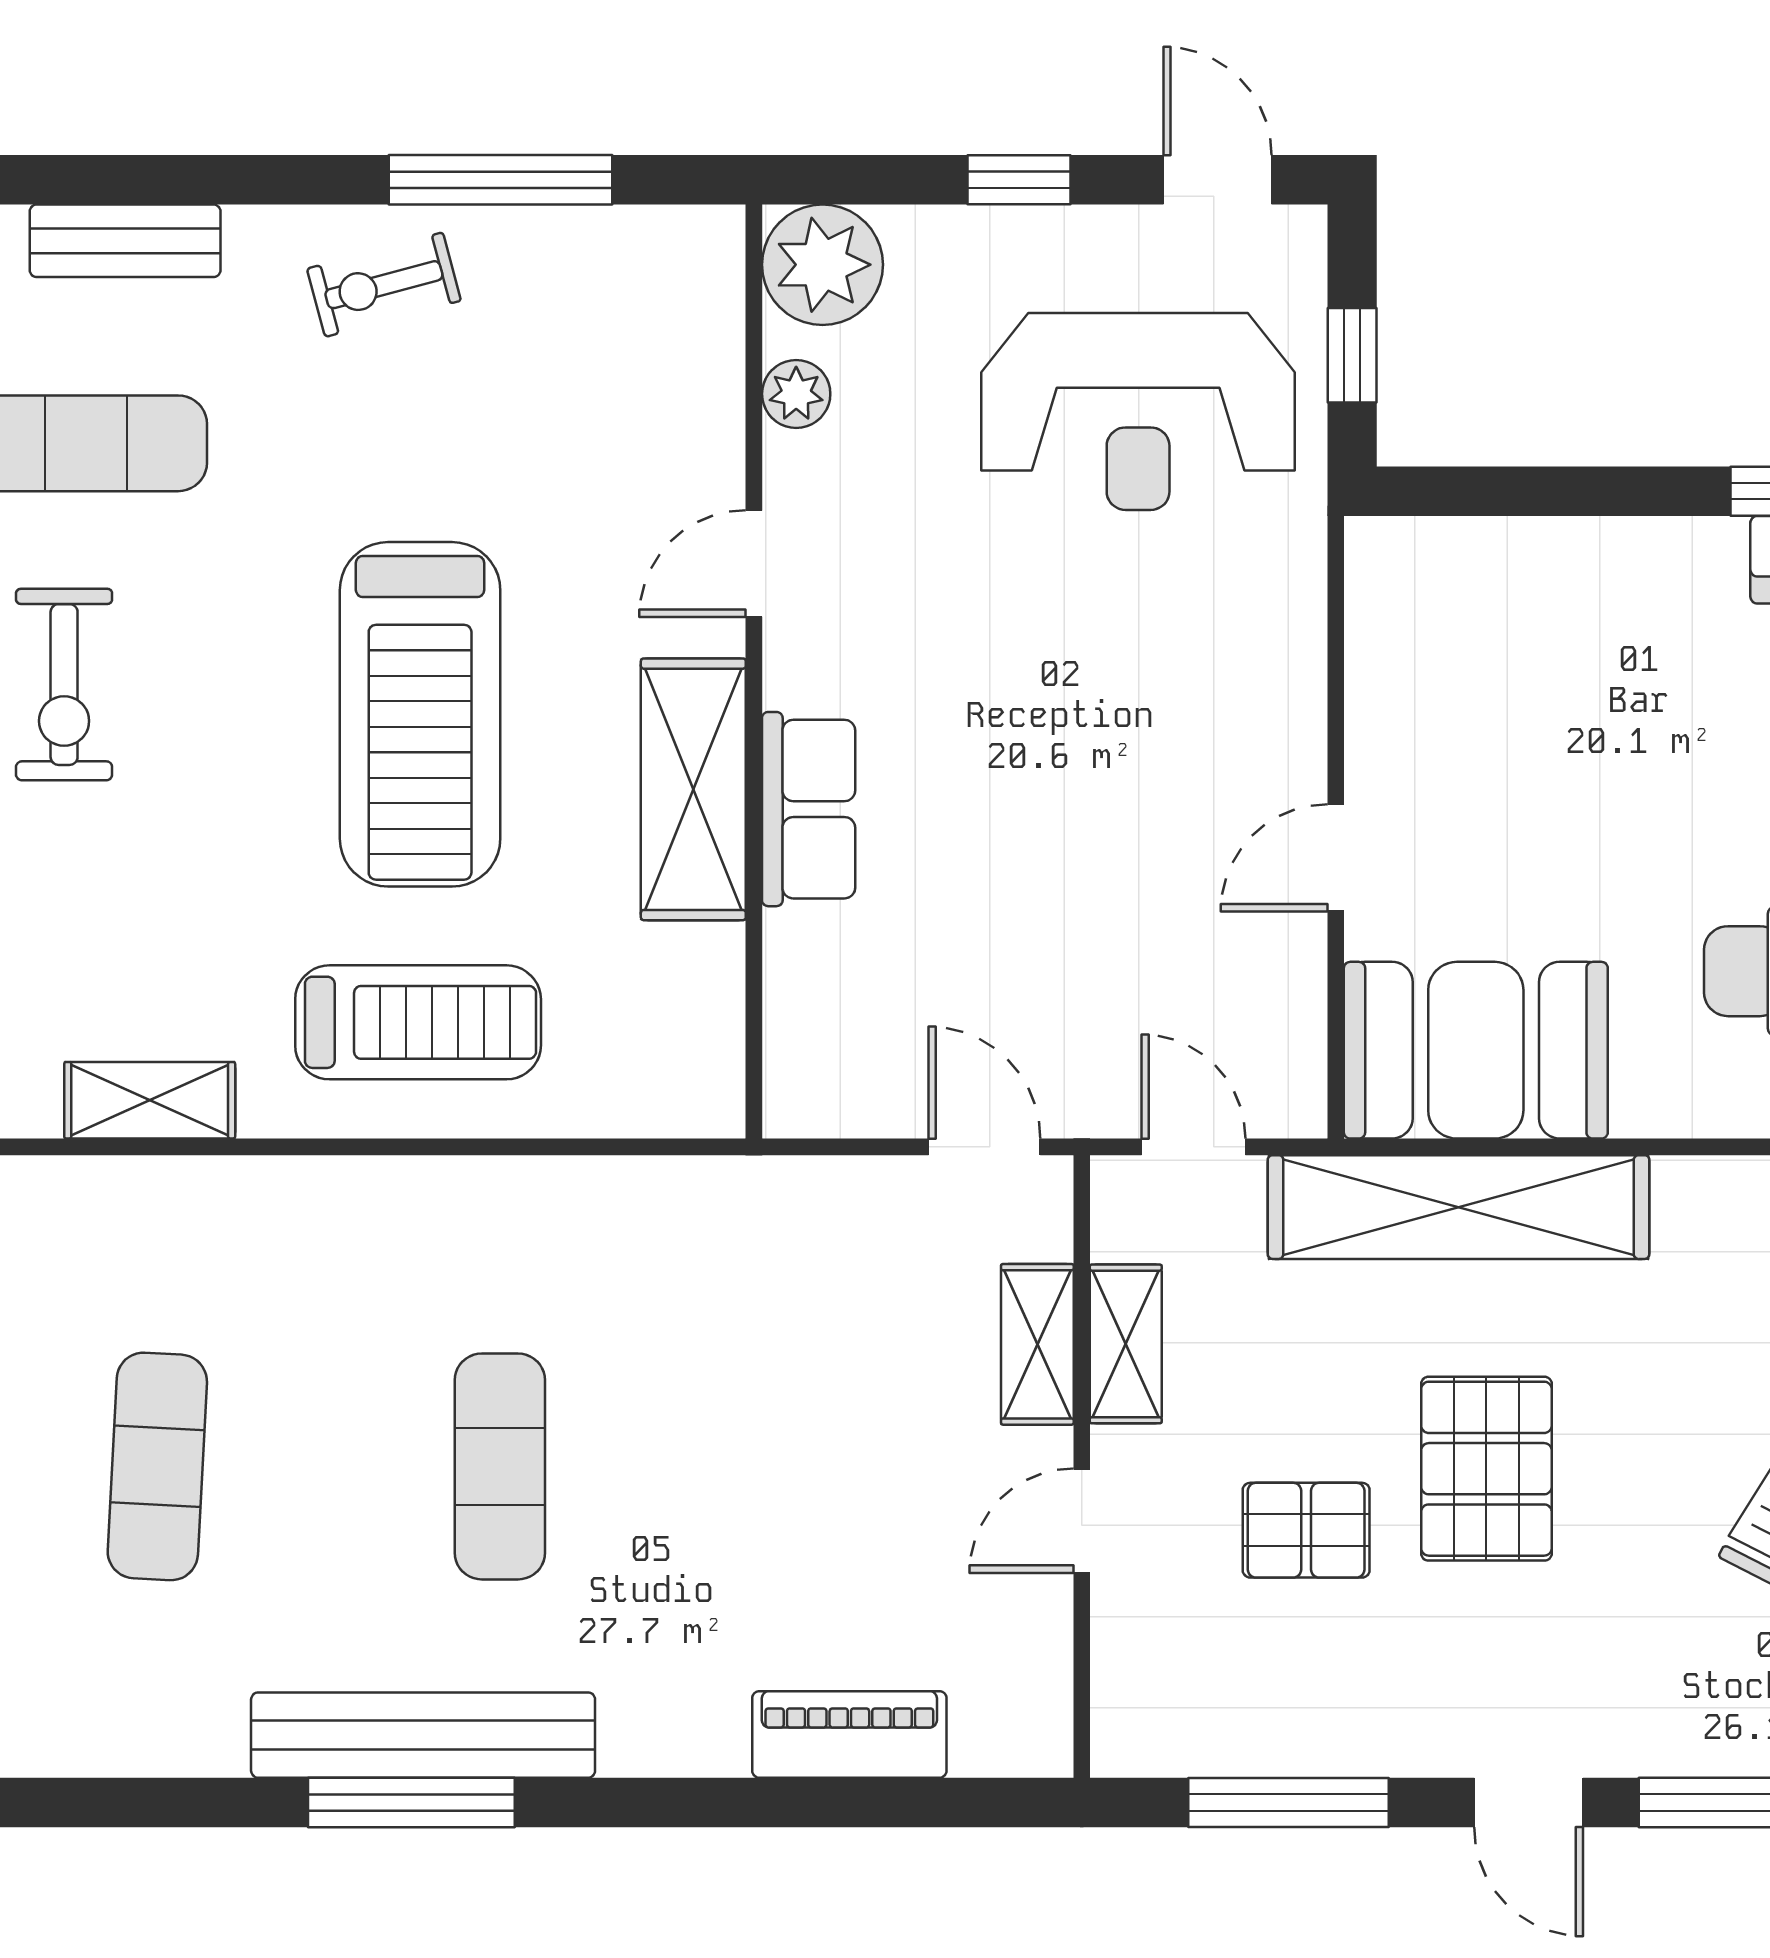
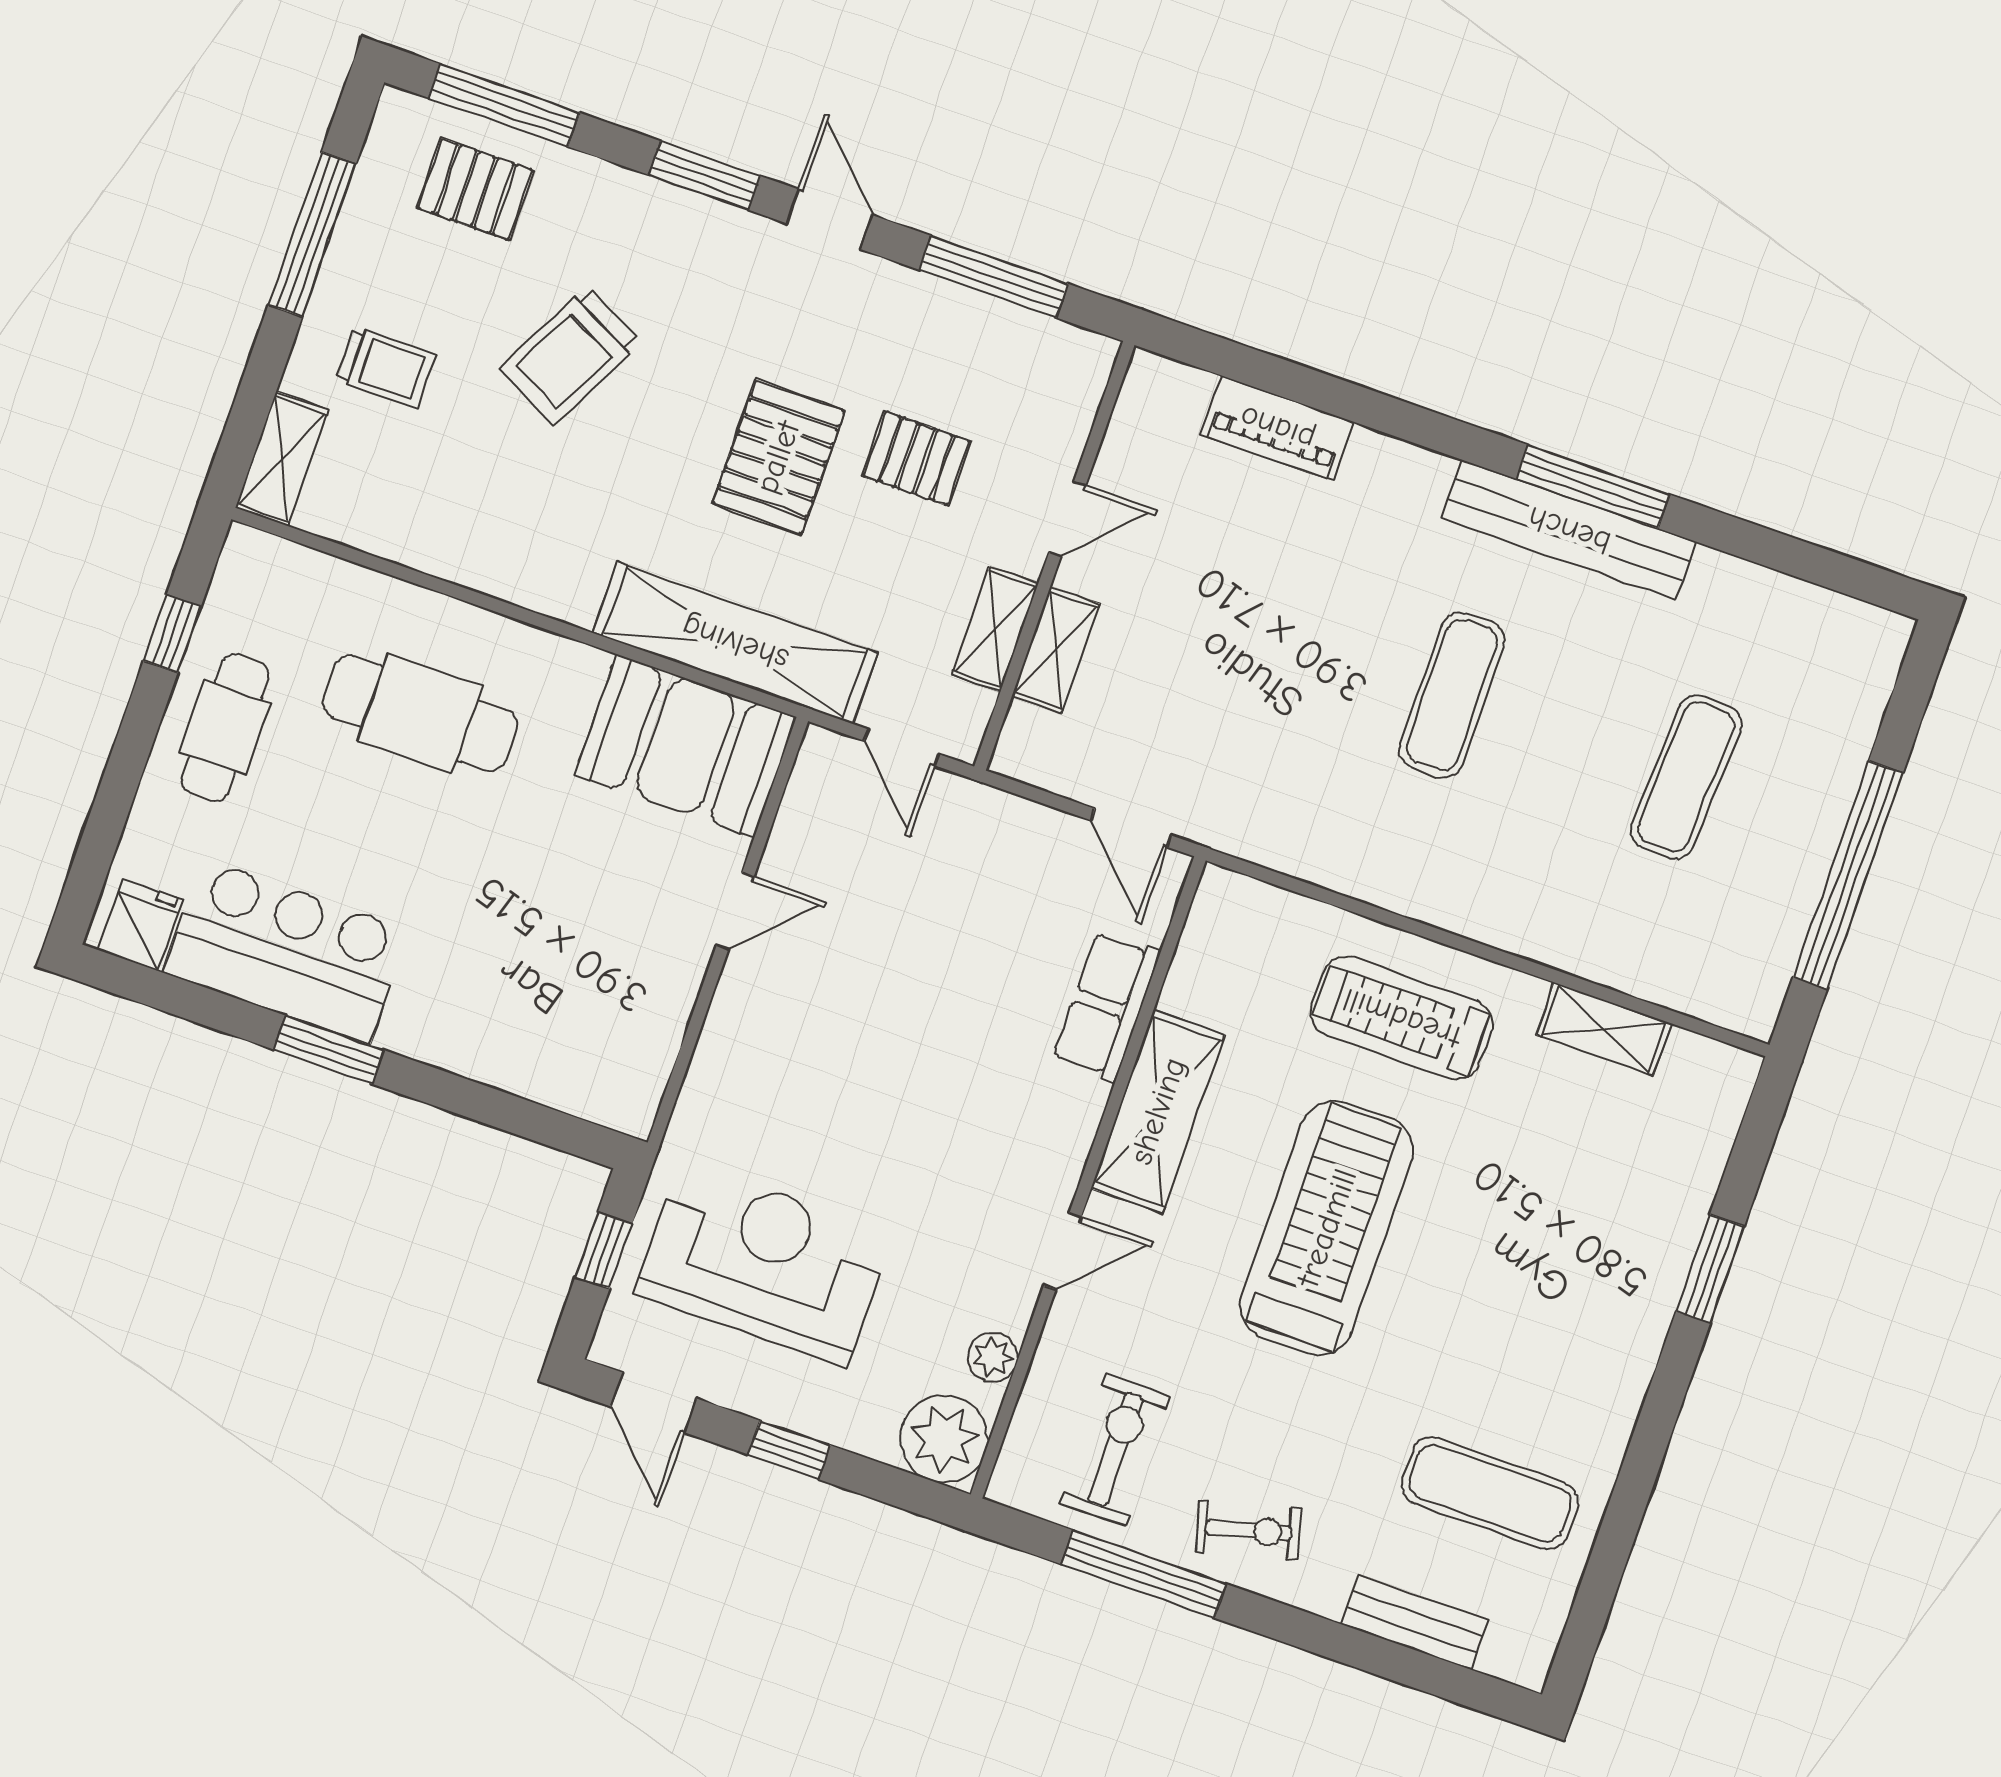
exercise bike: (64, 685) -> (1116, 1450), moved
row of seats: (809, 809) -> (1106, 1006), moved
door: (984, 1147) -> (1131, 828), moved

